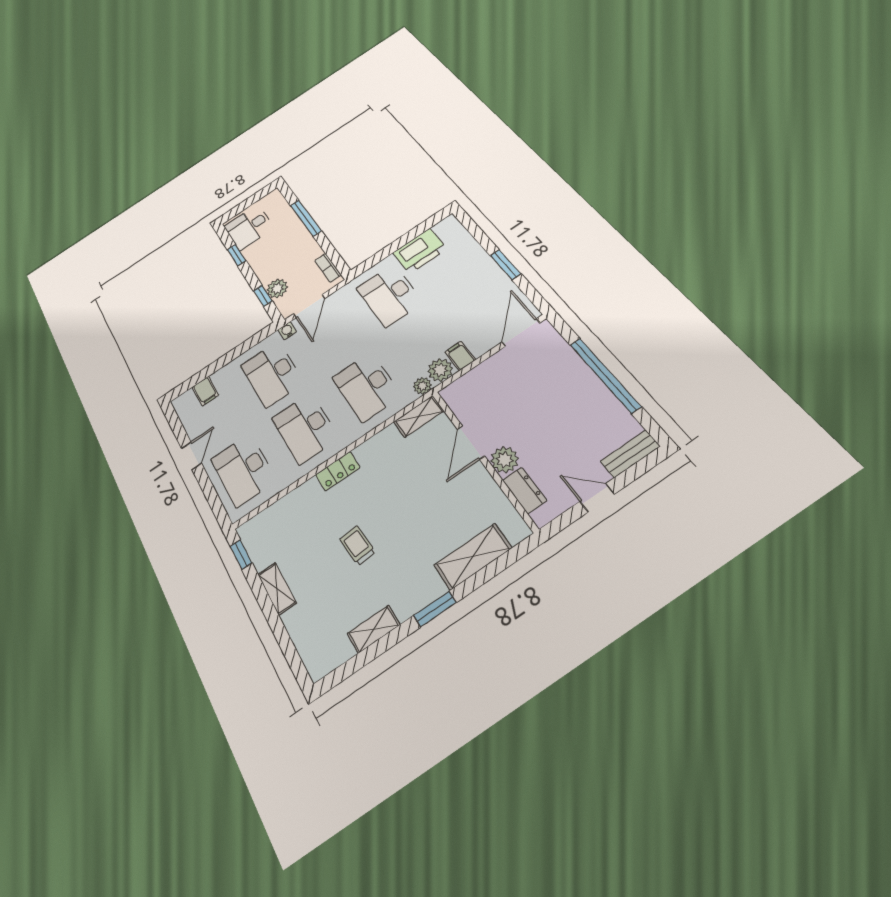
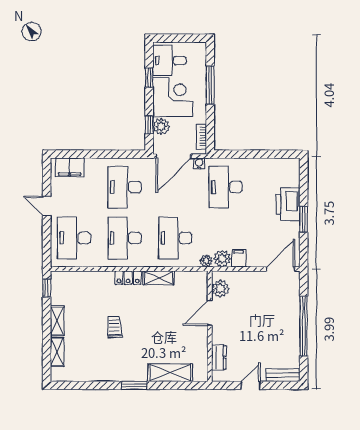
printer: (420, 251) -> (288, 204), moved, turned 90
corner desk: (273, 255) -> (173, 97), added
door: (309, 306) -> (174, 156), width x1.36
water cooler: (287, 331) -> (199, 163), moved
filing cabinet: (205, 391) -> (70, 167), width x2.00
shelving: (419, 416) -> (159, 278), moved
door: (191, 456) -> (47, 206), swing flipped
plant: (505, 460) -> (220, 289), moved
door: (597, 498) -> (251, 385), hinge flipped
shelving: (374, 629) -> (57, 352), moved, turned 90

